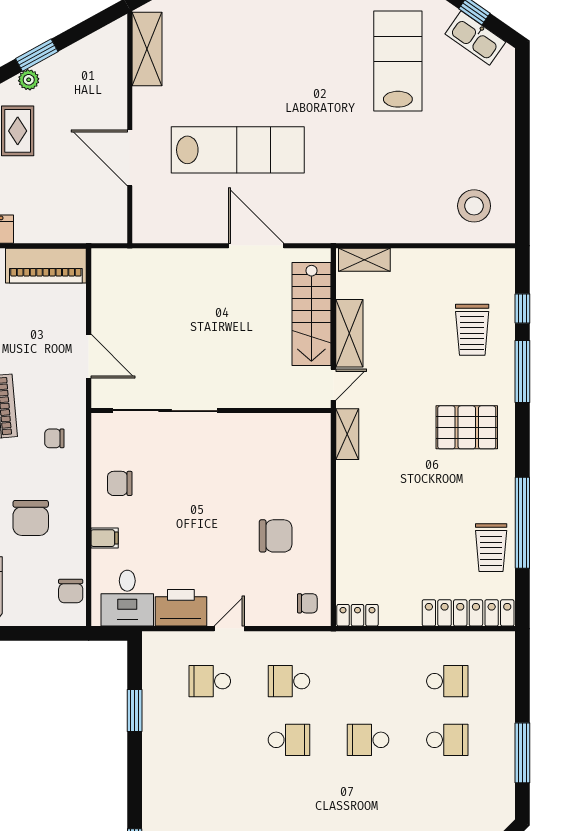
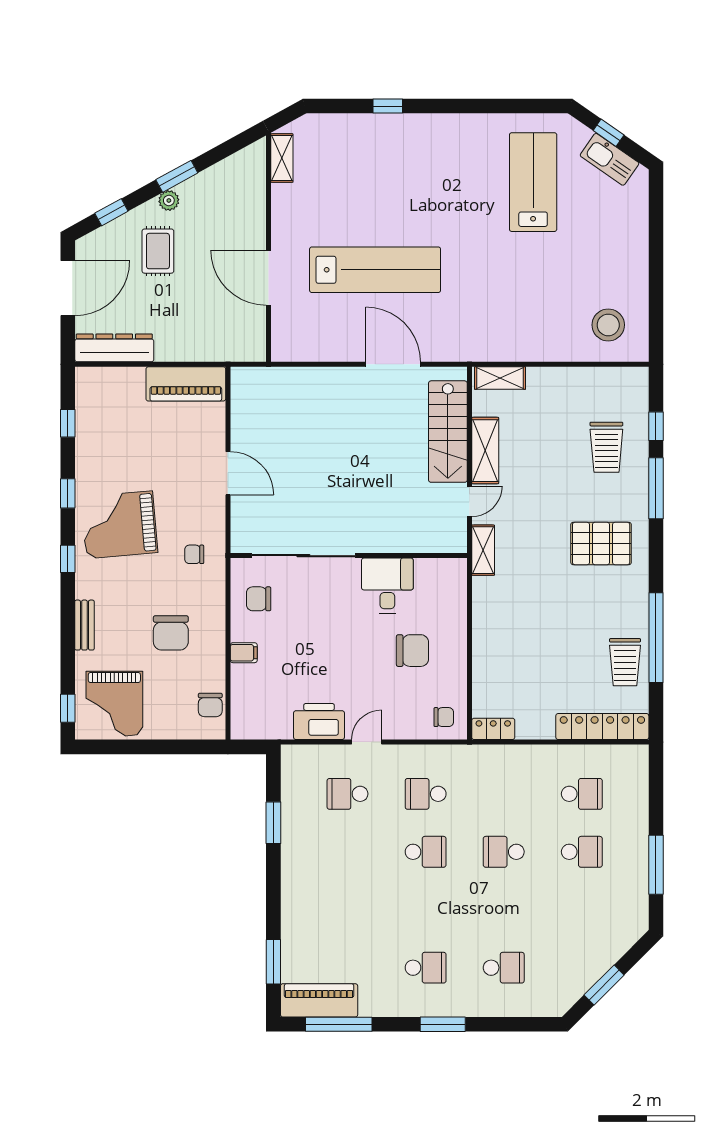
shelving: (147, 49) -> (282, 158), width x0.67, depth x0.75
sliding door: (165, 411) -> (303, 556), moved
wall: (211, 411) -> (349, 556), moved
desk: (127, 598) -> (387, 586), moved, turned 180

